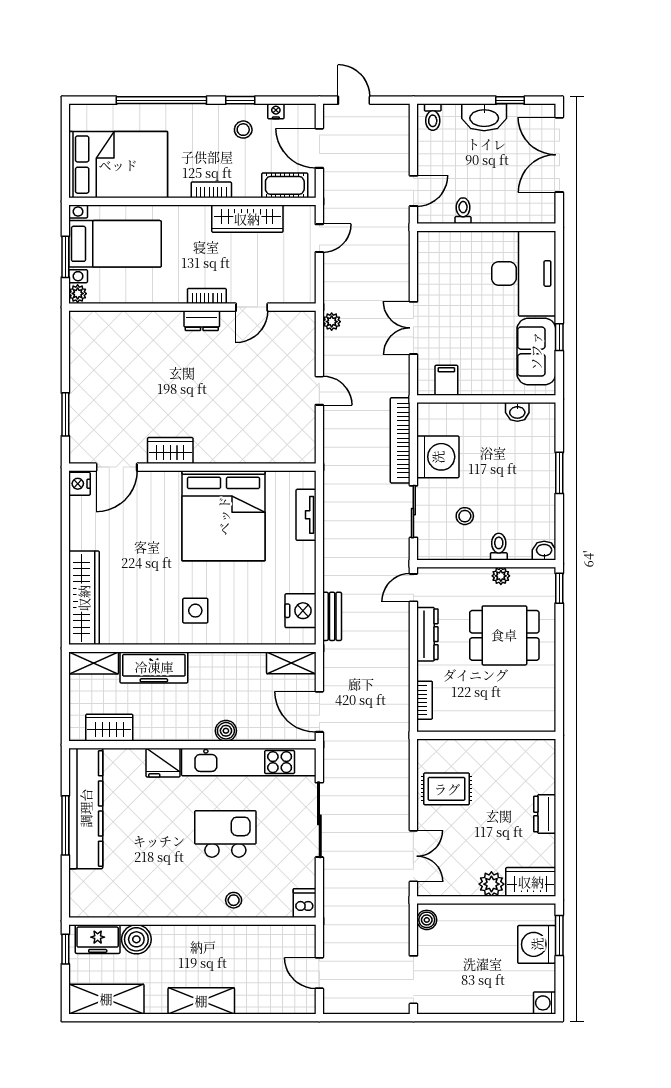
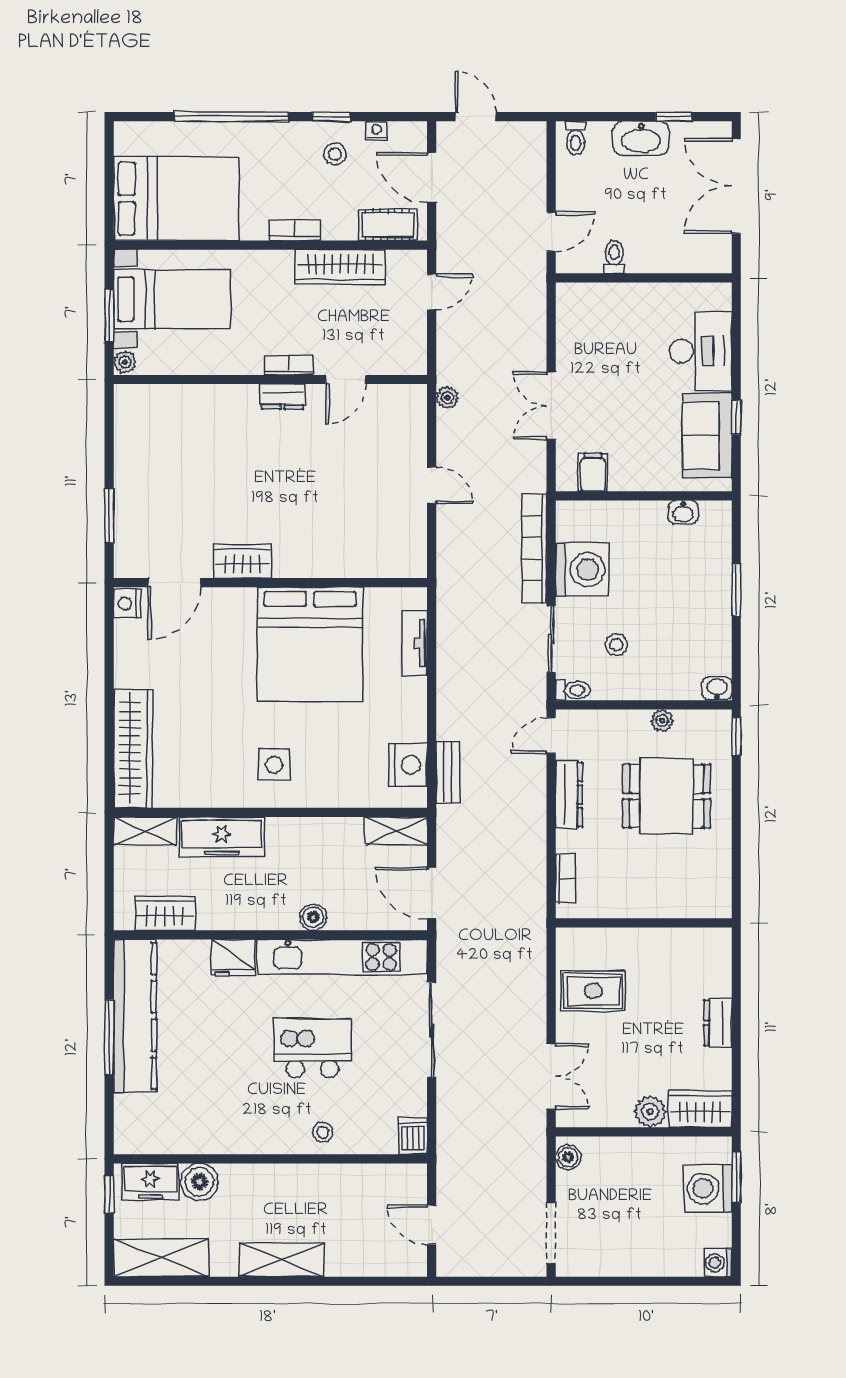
desk: (524, 273) -> (701, 351), width x0.73, depth x0.77
toilet: (499, 547) -> (573, 690), moved, turned 90

